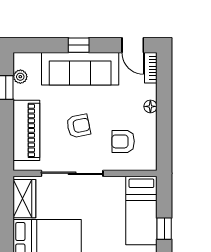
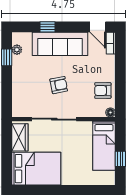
window: (79, 45) -> (47, 27), moved
floor lamp: (150, 106) -> (110, 112), moved
piano: (26, 130) -> (21, 88), removed
armchair: (123, 141) -> (103, 91), moved

